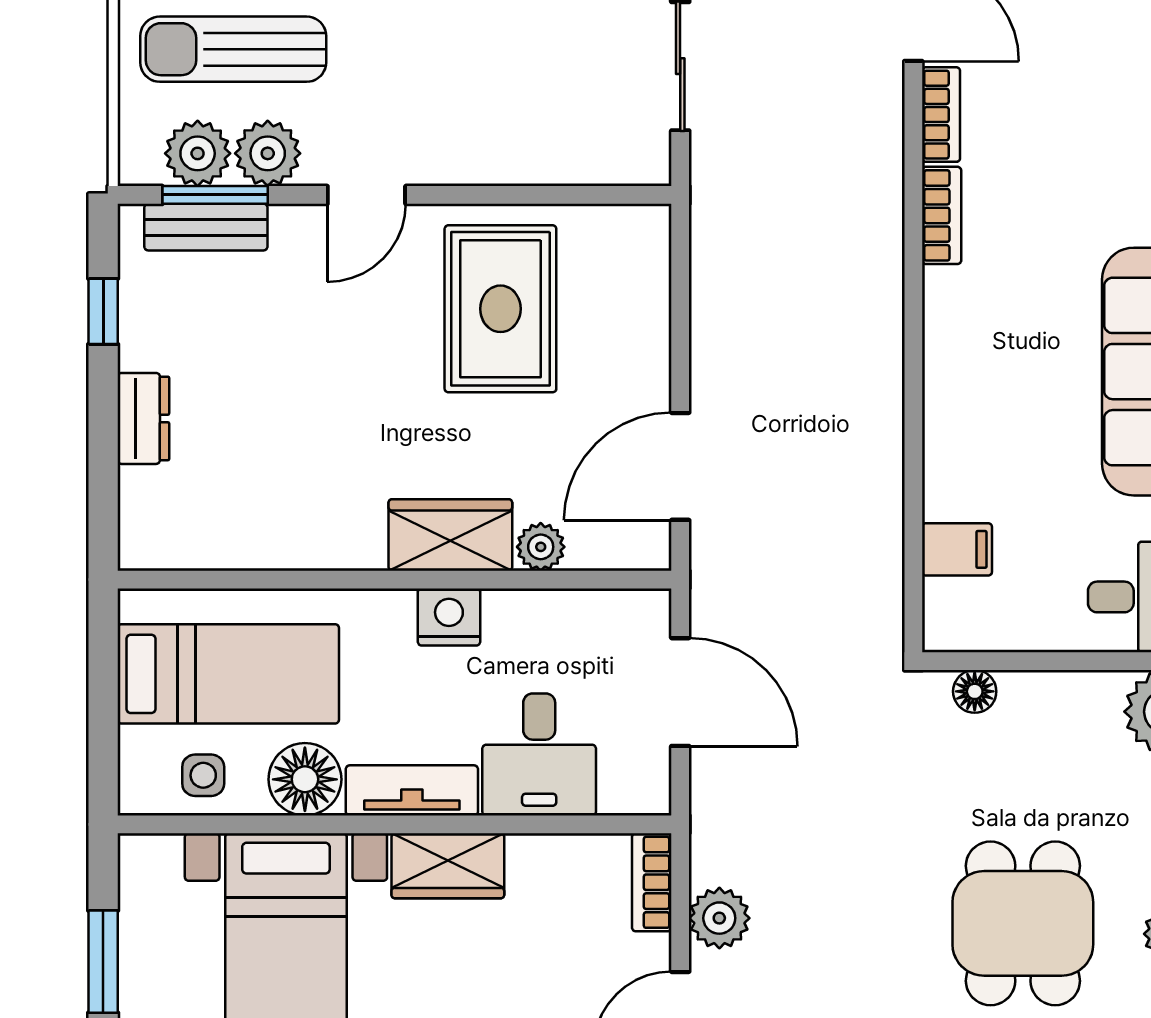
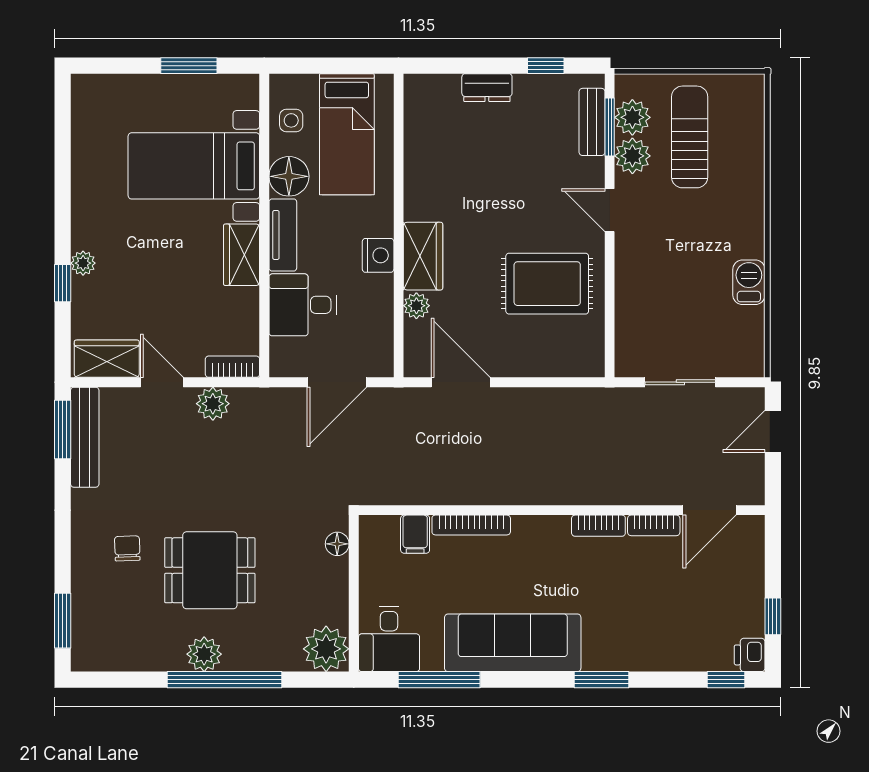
bookcase: (940, 447) -> (471, 525), added

